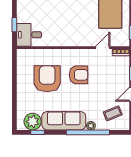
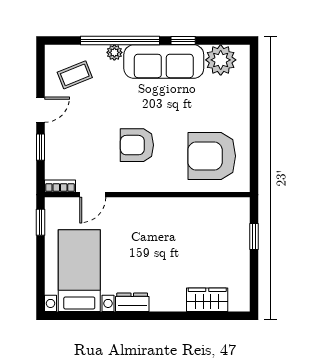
desk: (29, 35) -> (227, 218), removed
armchair: (47, 79) -> (212, 156), moved, turned 90
window: (38, 132) -> (183, 40), moved

